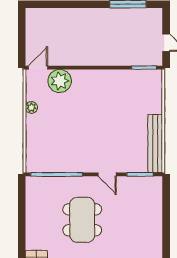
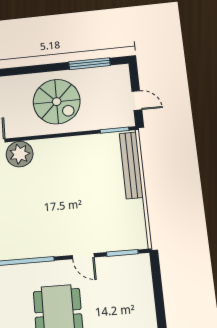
spiral stairs: (96, 36) -> (57, 102), added
bench: (155, 144) -> (131, 165), moved

